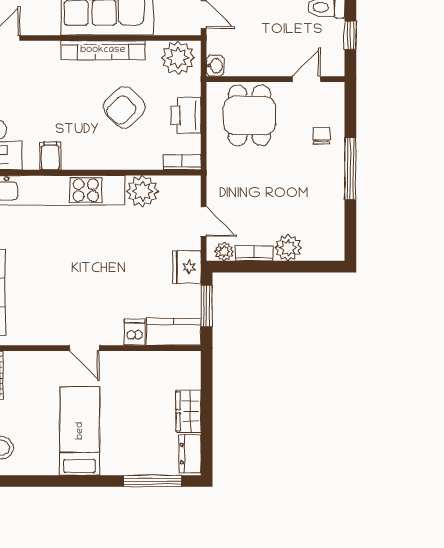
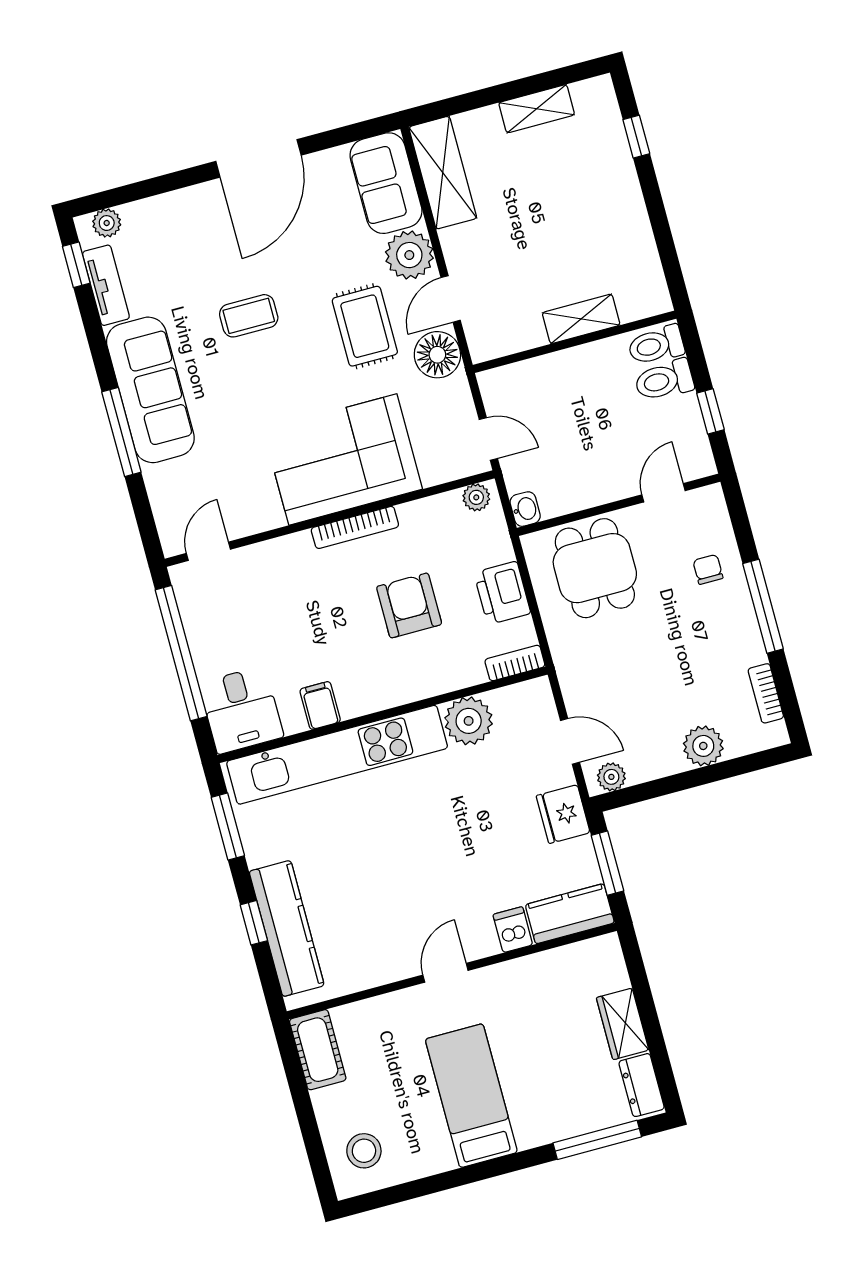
bookcase: (103, 50) -> (355, 527), width x0.68, depth x0.76
plant: (178, 58) -> (476, 497), width x0.53, depth x0.53
armchair: (124, 107) -> (409, 605), turned 135
bookcase: (254, 253) -> (766, 693), moved, turned -90
door: (84, 348) -> (445, 973), swing flipped

